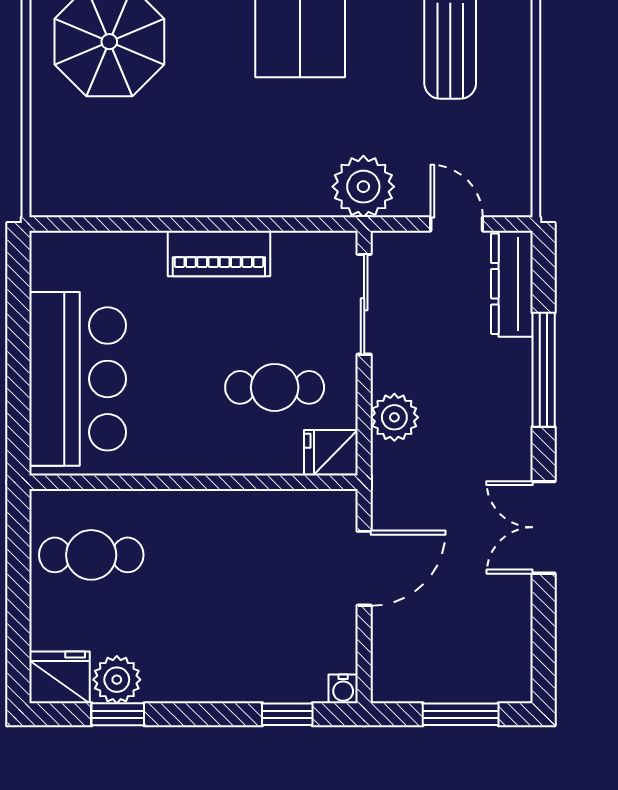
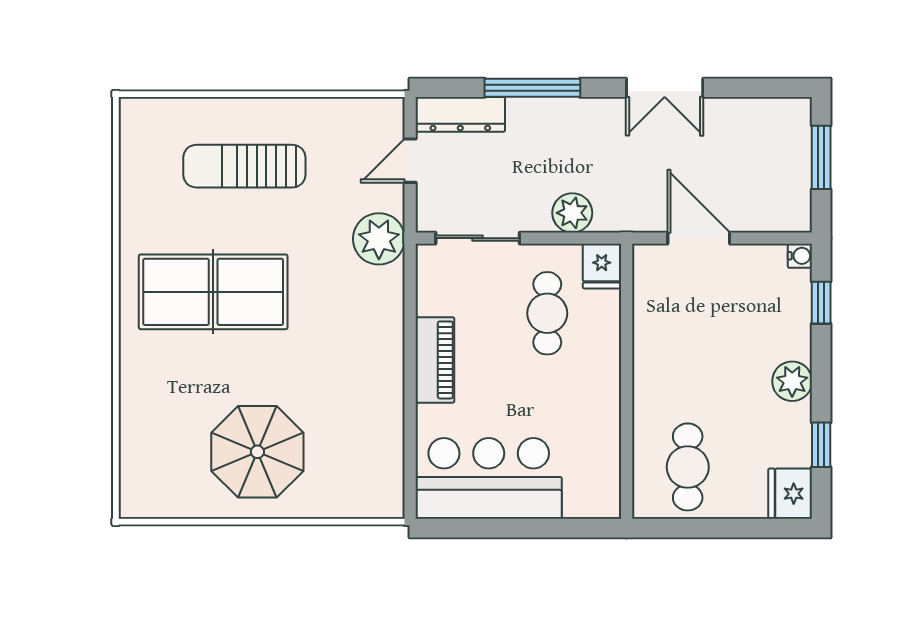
bar counter: (78, 379) -> (489, 478), moved
plant: (117, 680) -> (792, 381), moved

